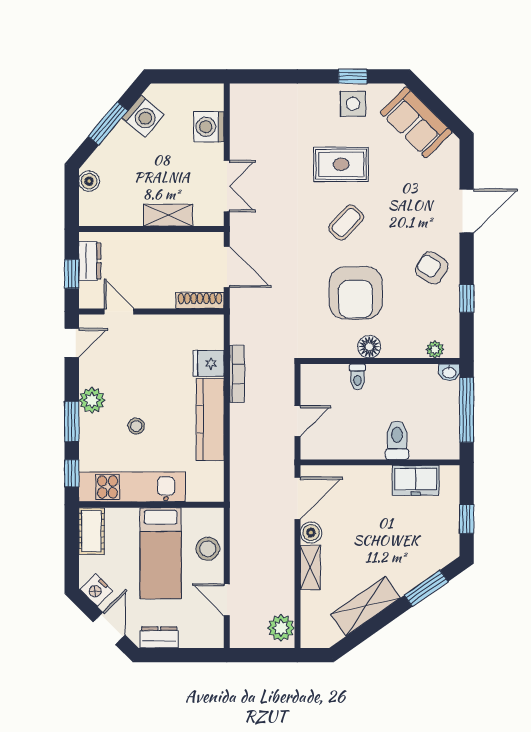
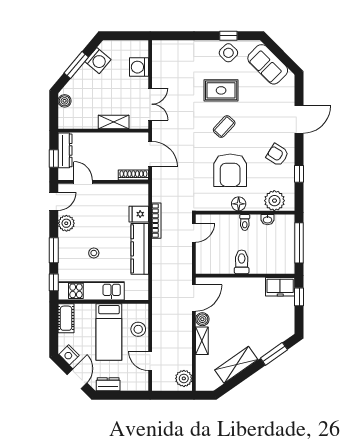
side table: (353, 104) -> (228, 53), turned 45
dresser: (90, 261) -> (65, 150), width x1.44
plant: (435, 349) -> (274, 201), width x1.88, depth x1.88
washbasin: (449, 372) -> (268, 220), moved
toilet: (357, 377) -> (245, 222), moved
plant: (92, 400) -> (66, 223), moved
door: (297, 421) -> (194, 233), moved
toilet: (397, 440) -> (242, 262), moved
freezer: (416, 480) -> (280, 287), moved
window: (467, 519) -> (299, 297), moved

